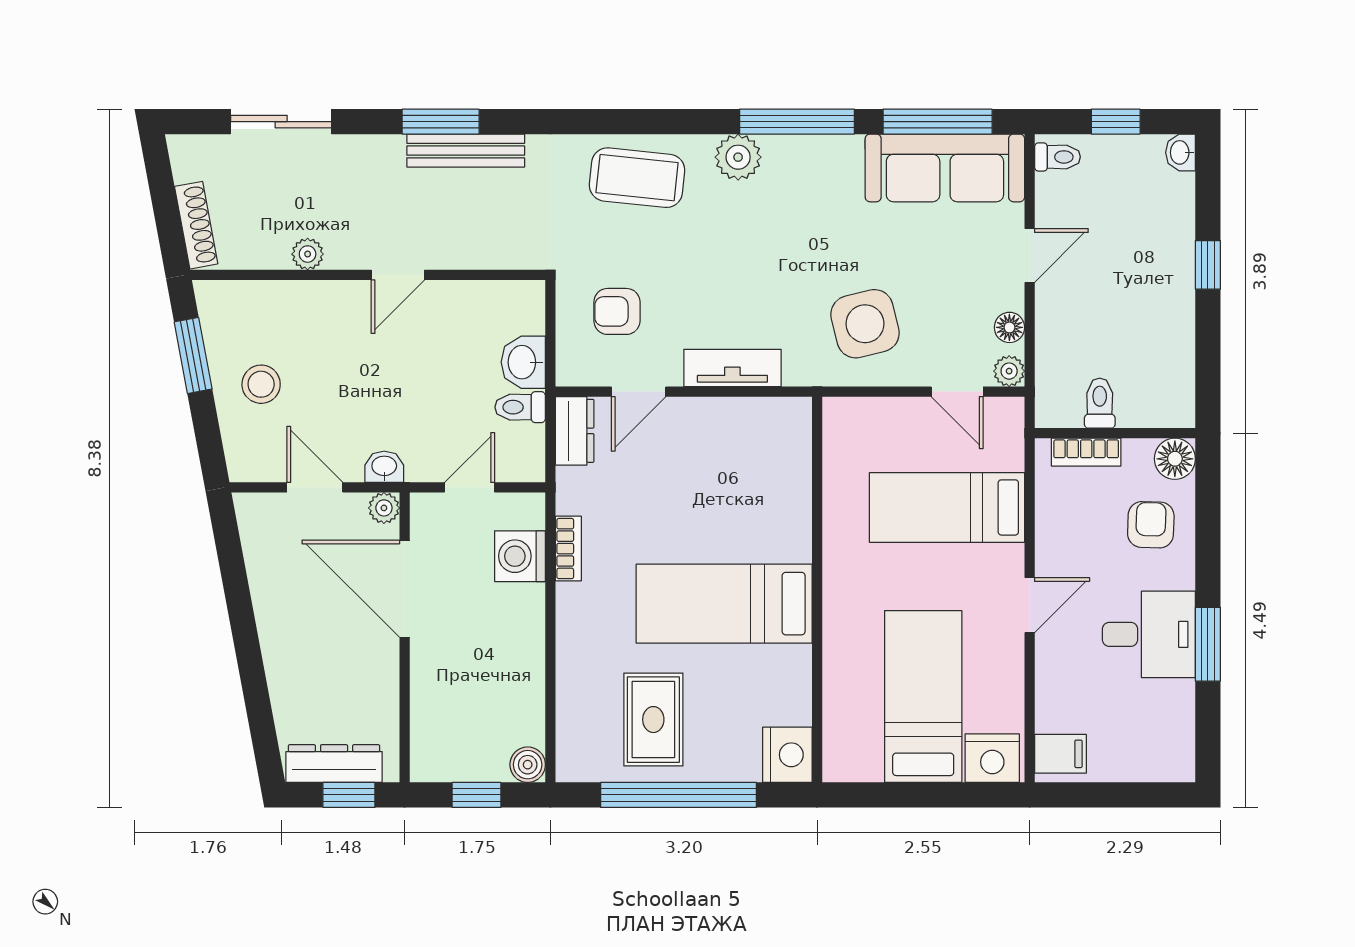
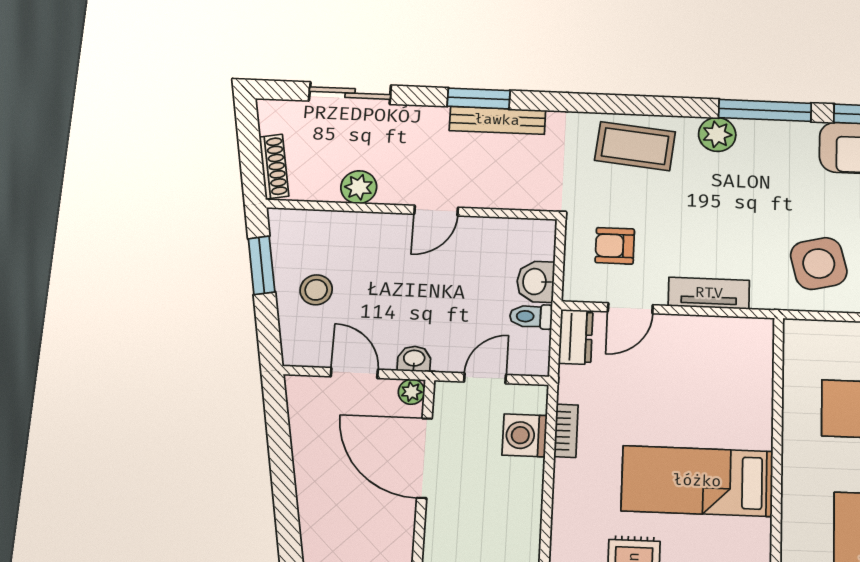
plant: (308, 254) -> (359, 187), width x1.38, depth x1.38

